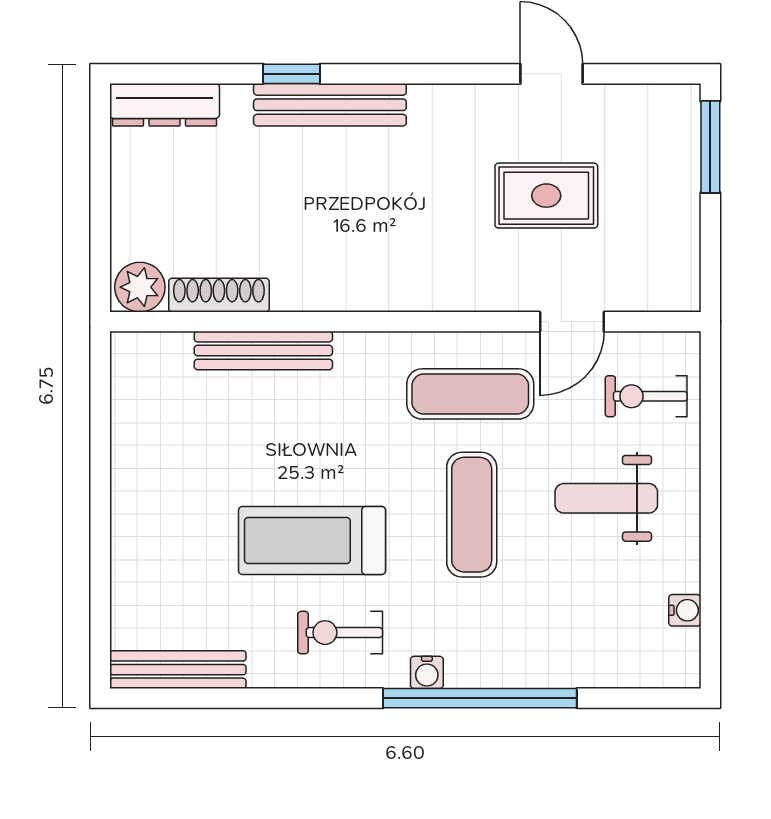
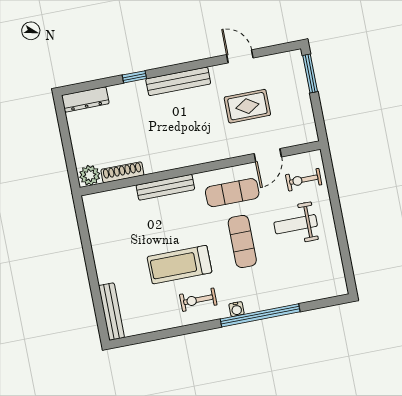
bench: (330, 105) -> (178, 81), moved
bench: (263, 351) -> (165, 187), moved
water cooler: (685, 610) -> (336, 263), removed
bench: (178, 670) -> (112, 312), moved, turned 90

